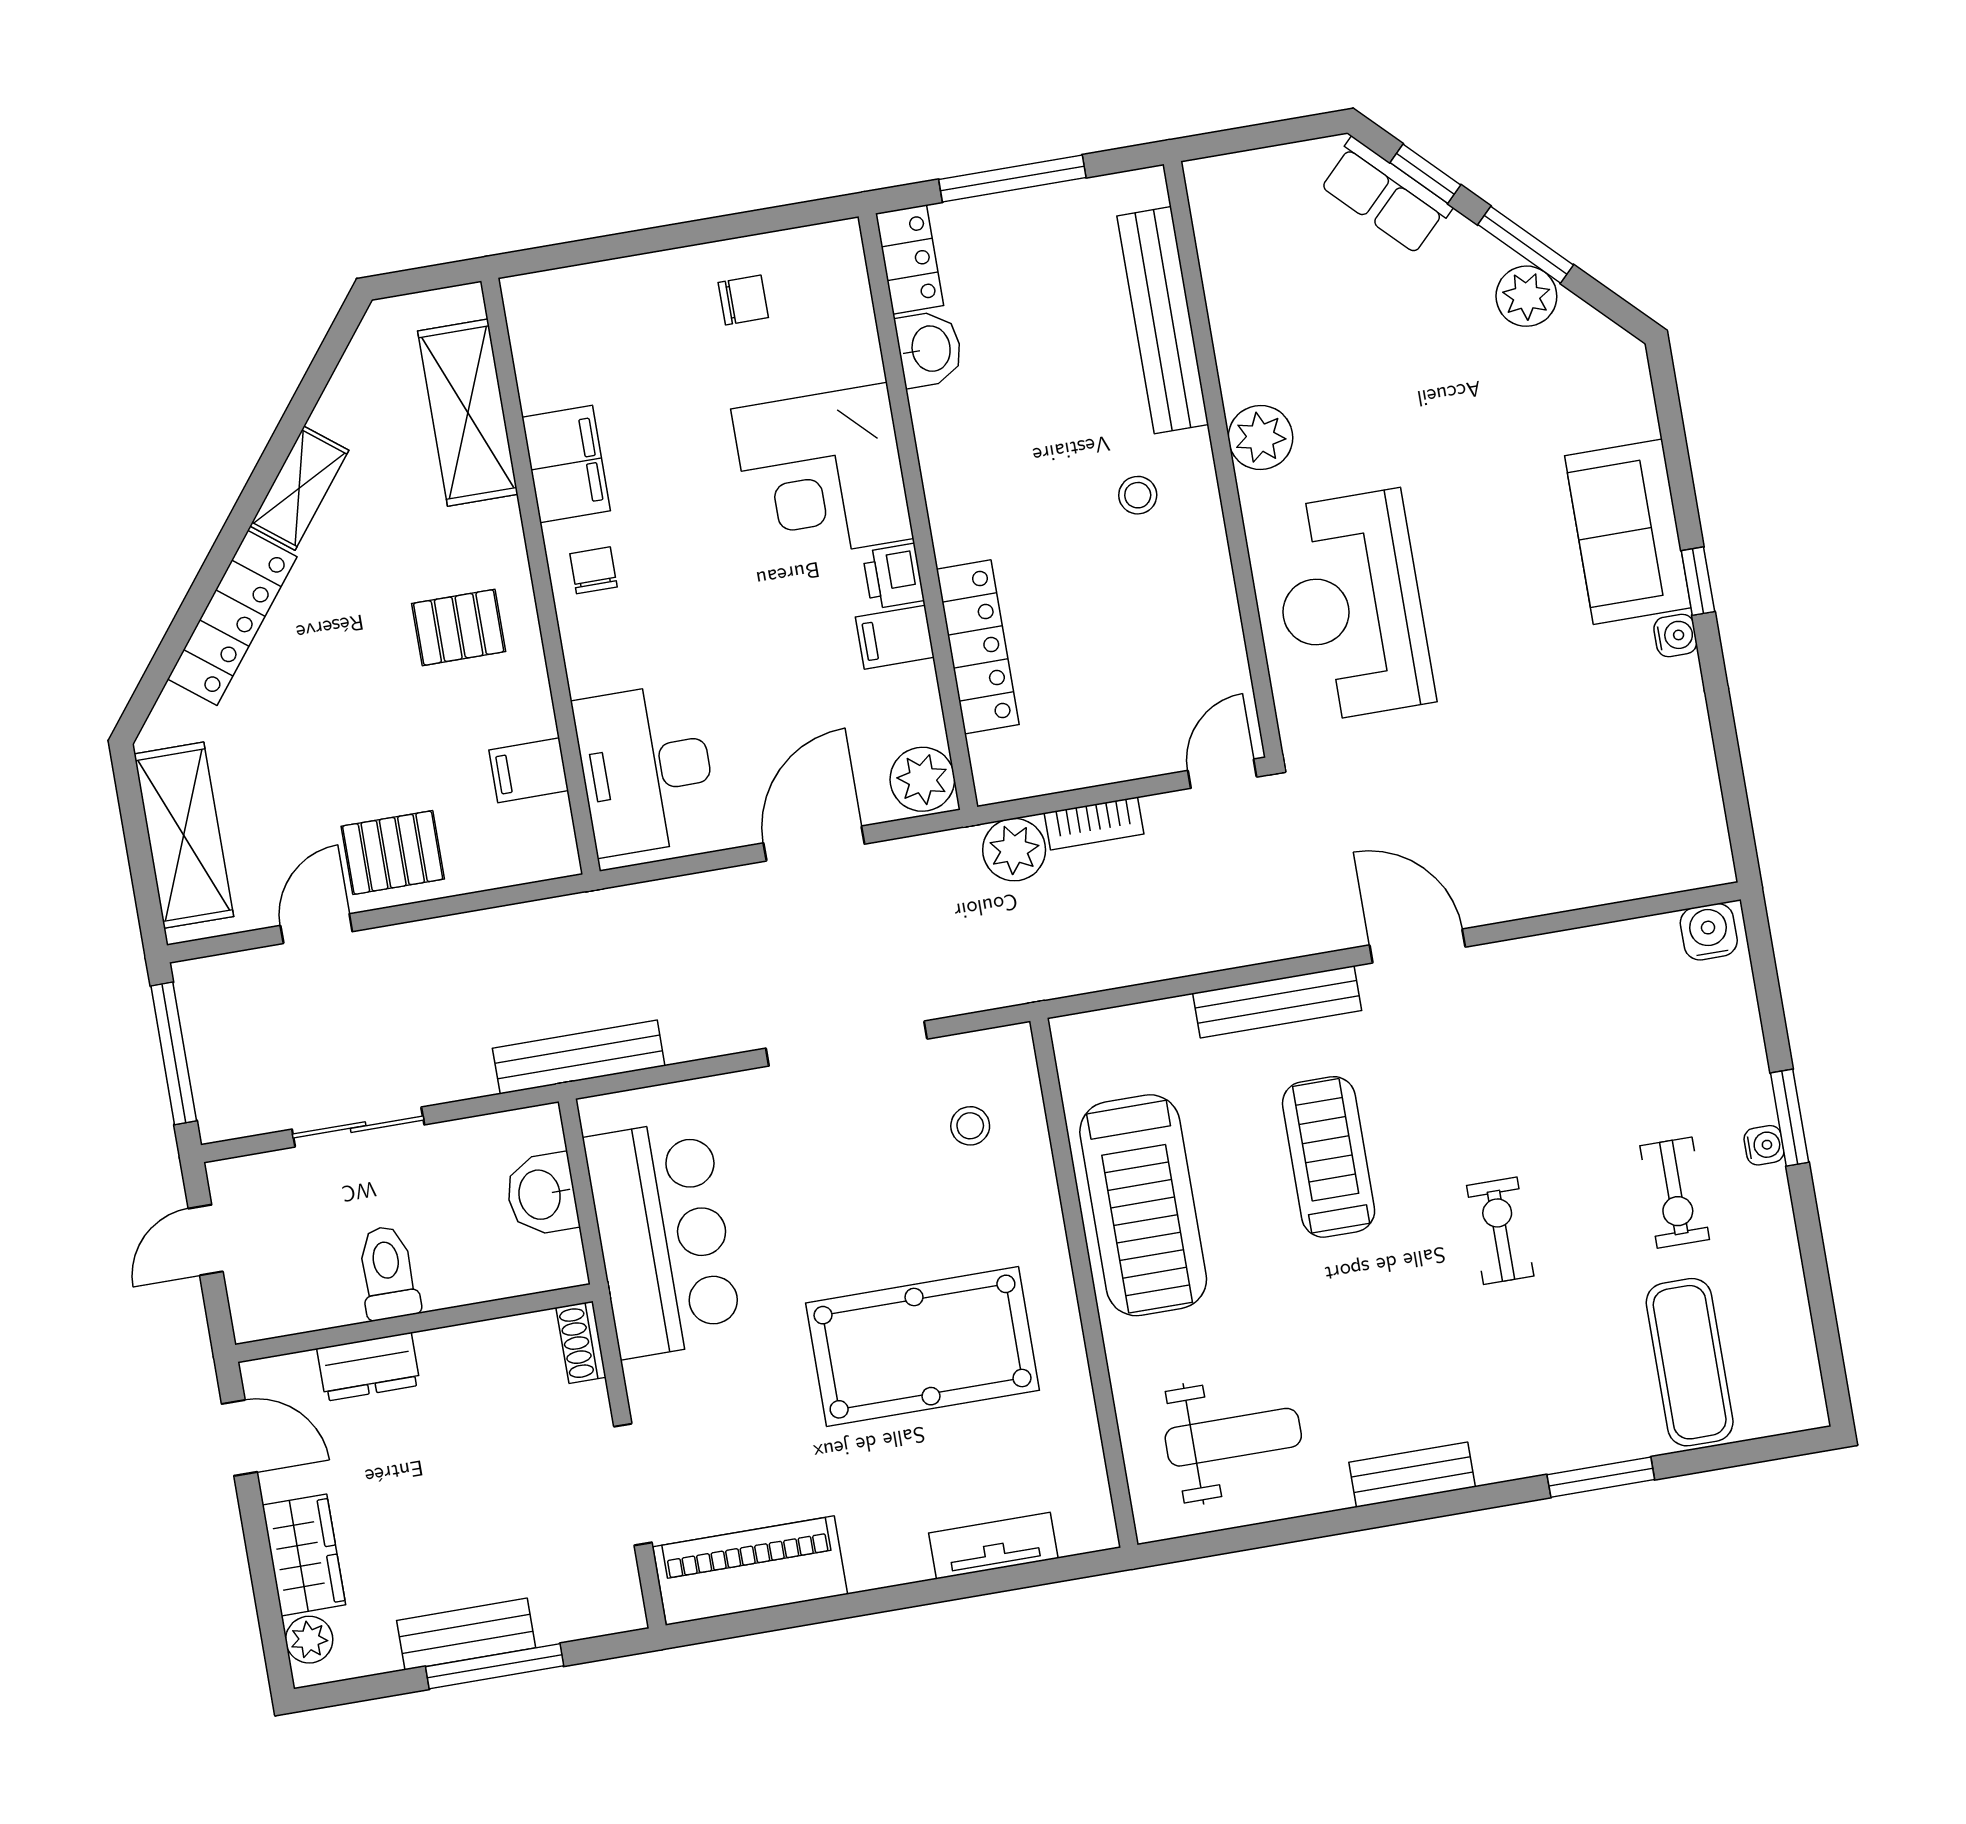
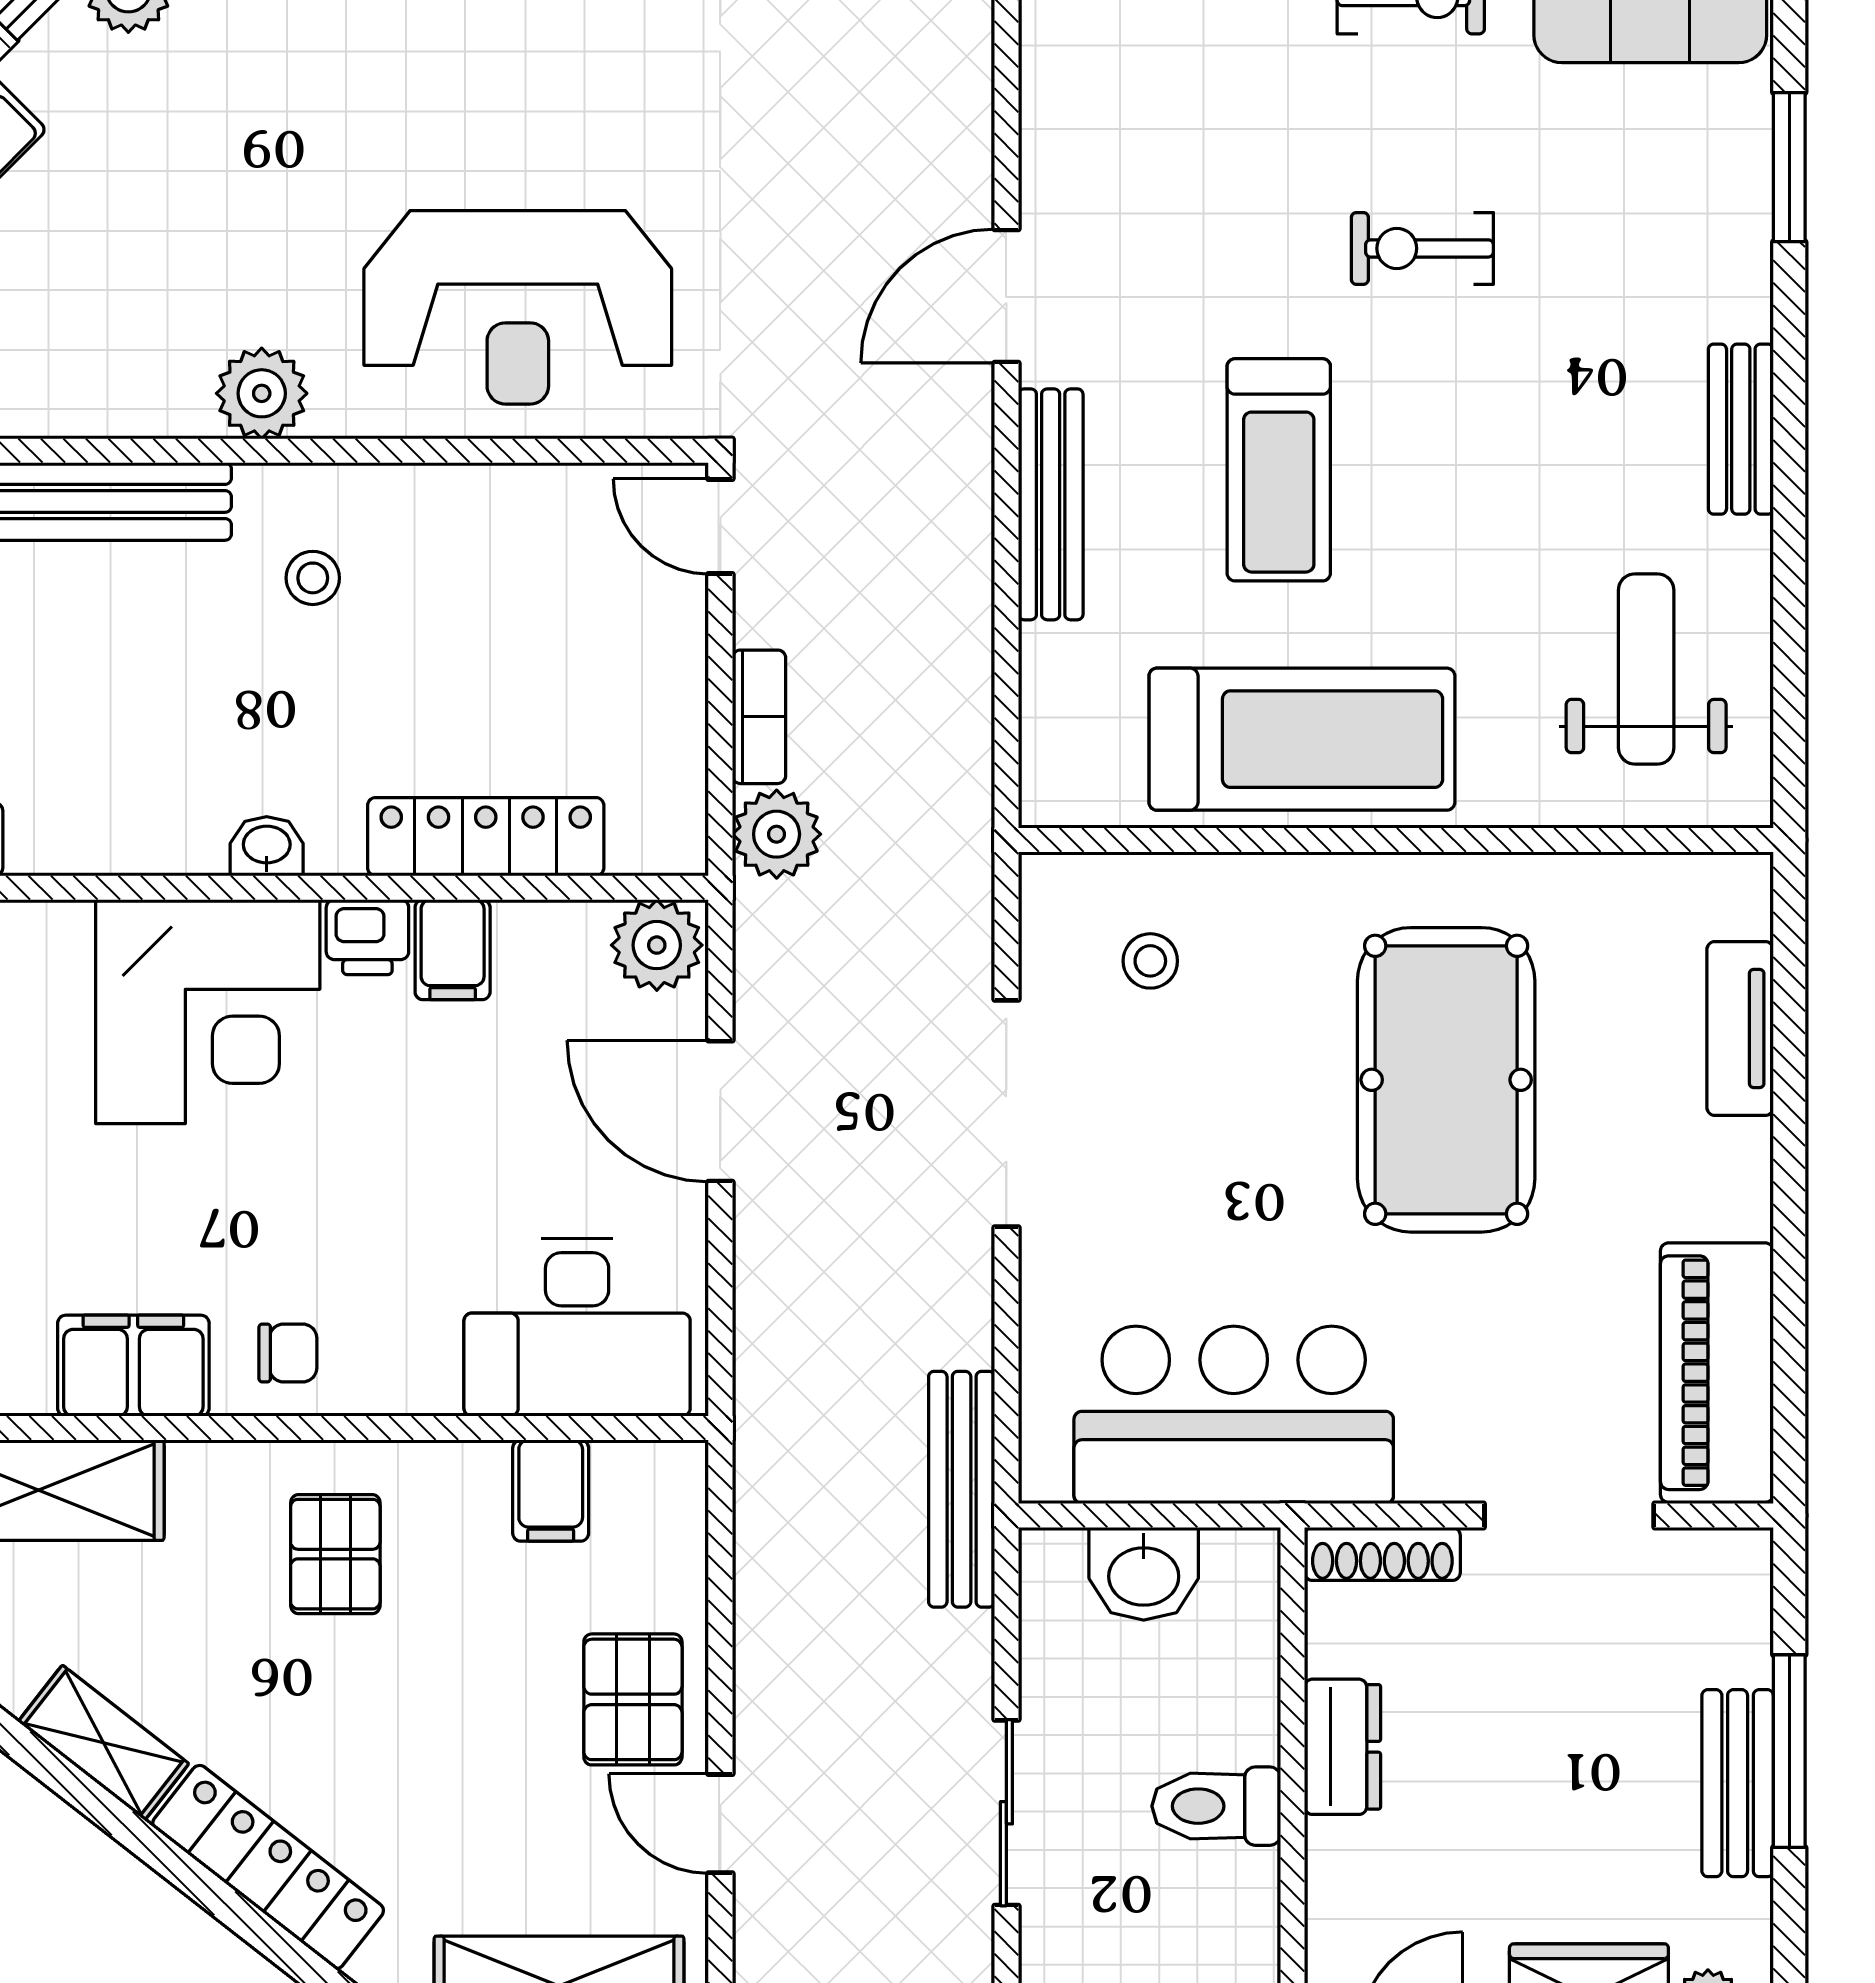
washbasin: (929, 349) -> (267, 846), moved, width x0.72, depth x0.69
chair: (593, 570) -> (288, 1353), turned 180
treadmill: (1329, 1157) -> (1279, 470), turned -90
shoe rack: (581, 1342) -> (1382, 1554), width x1.43
dresser: (368, 1367) -> (1343, 1747), moved

